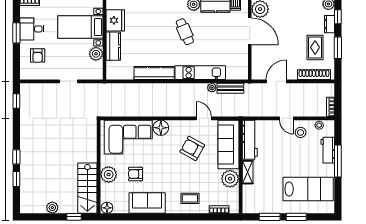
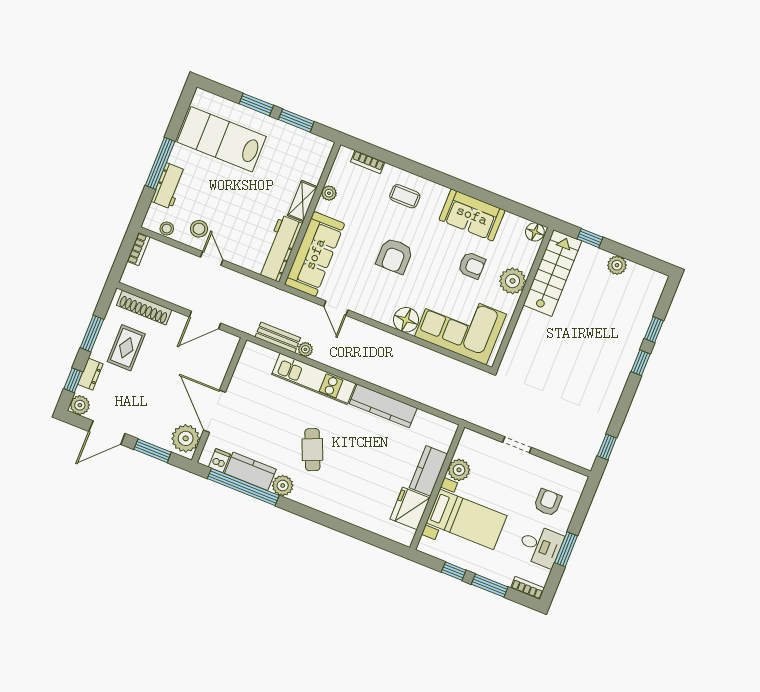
armchair: (192, 148) -> (395, 256), moved, turned 61
plant: (230, 179) -> (329, 193), width x0.53, depth x0.53

